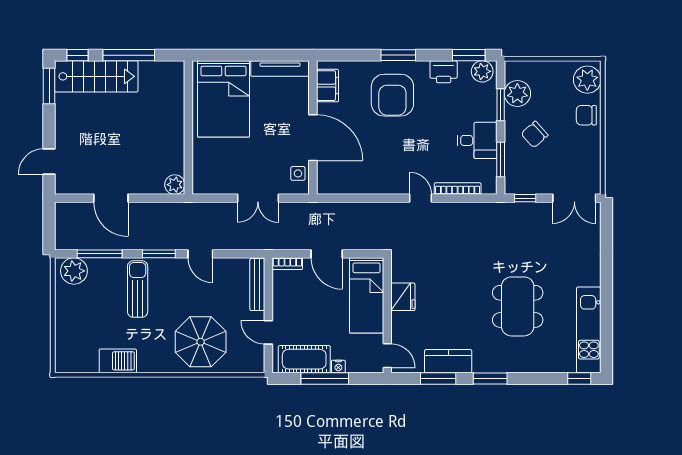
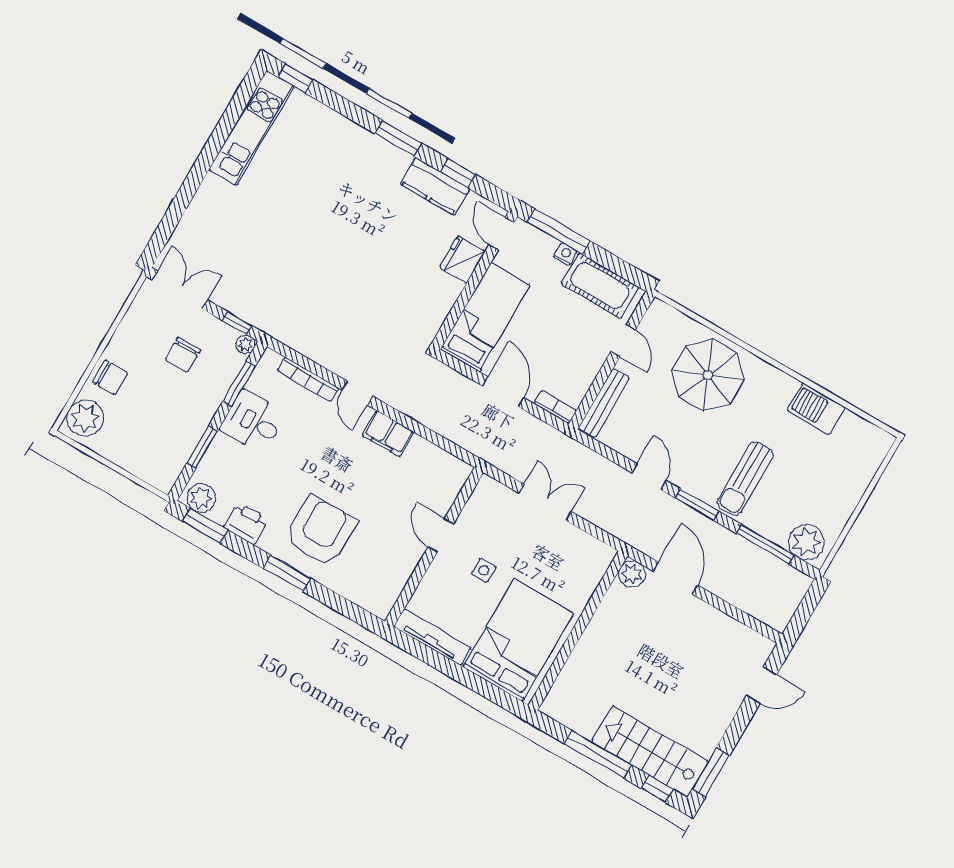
filing cabinet: (328, 86) -> (388, 434), moved, turned -90
plant: (517, 93) -> (245, 344), moved, width x0.53, depth x0.53
chair: (535, 134) -> (183, 355), moved, turned 132
door: (313, 138) -> (441, 535), width x0.53
side table: (298, 173) -> (484, 570), moved
door: (111, 198) -> (675, 578), moved
fridge: (403, 297) -> (462, 259), moved
dining table: (518, 306) -> (318, 203), removed
window: (325, 378) -> (558, 232), moved
window: (438, 378) -> (458, 173), width x0.67

